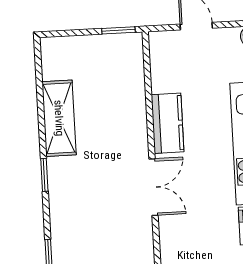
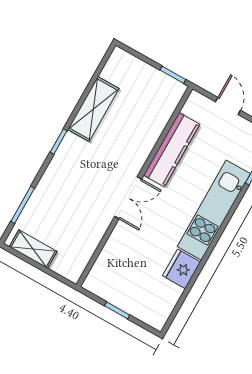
kitchen counter: (167, 123) -> (172, 150), width x1.50

